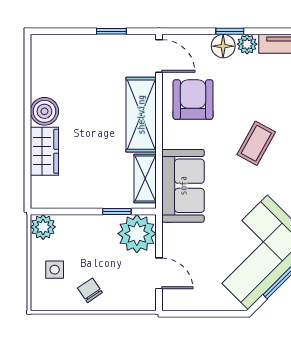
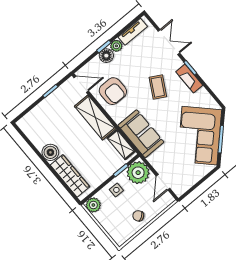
armchair: (193, 100) -> (113, 91), turned 180
wardrobe: (44, 151) -> (70, 176), width x1.50
side table: (55, 270) -> (116, 190), moved
door: (159, 273) -> (163, 182), swing flipped

